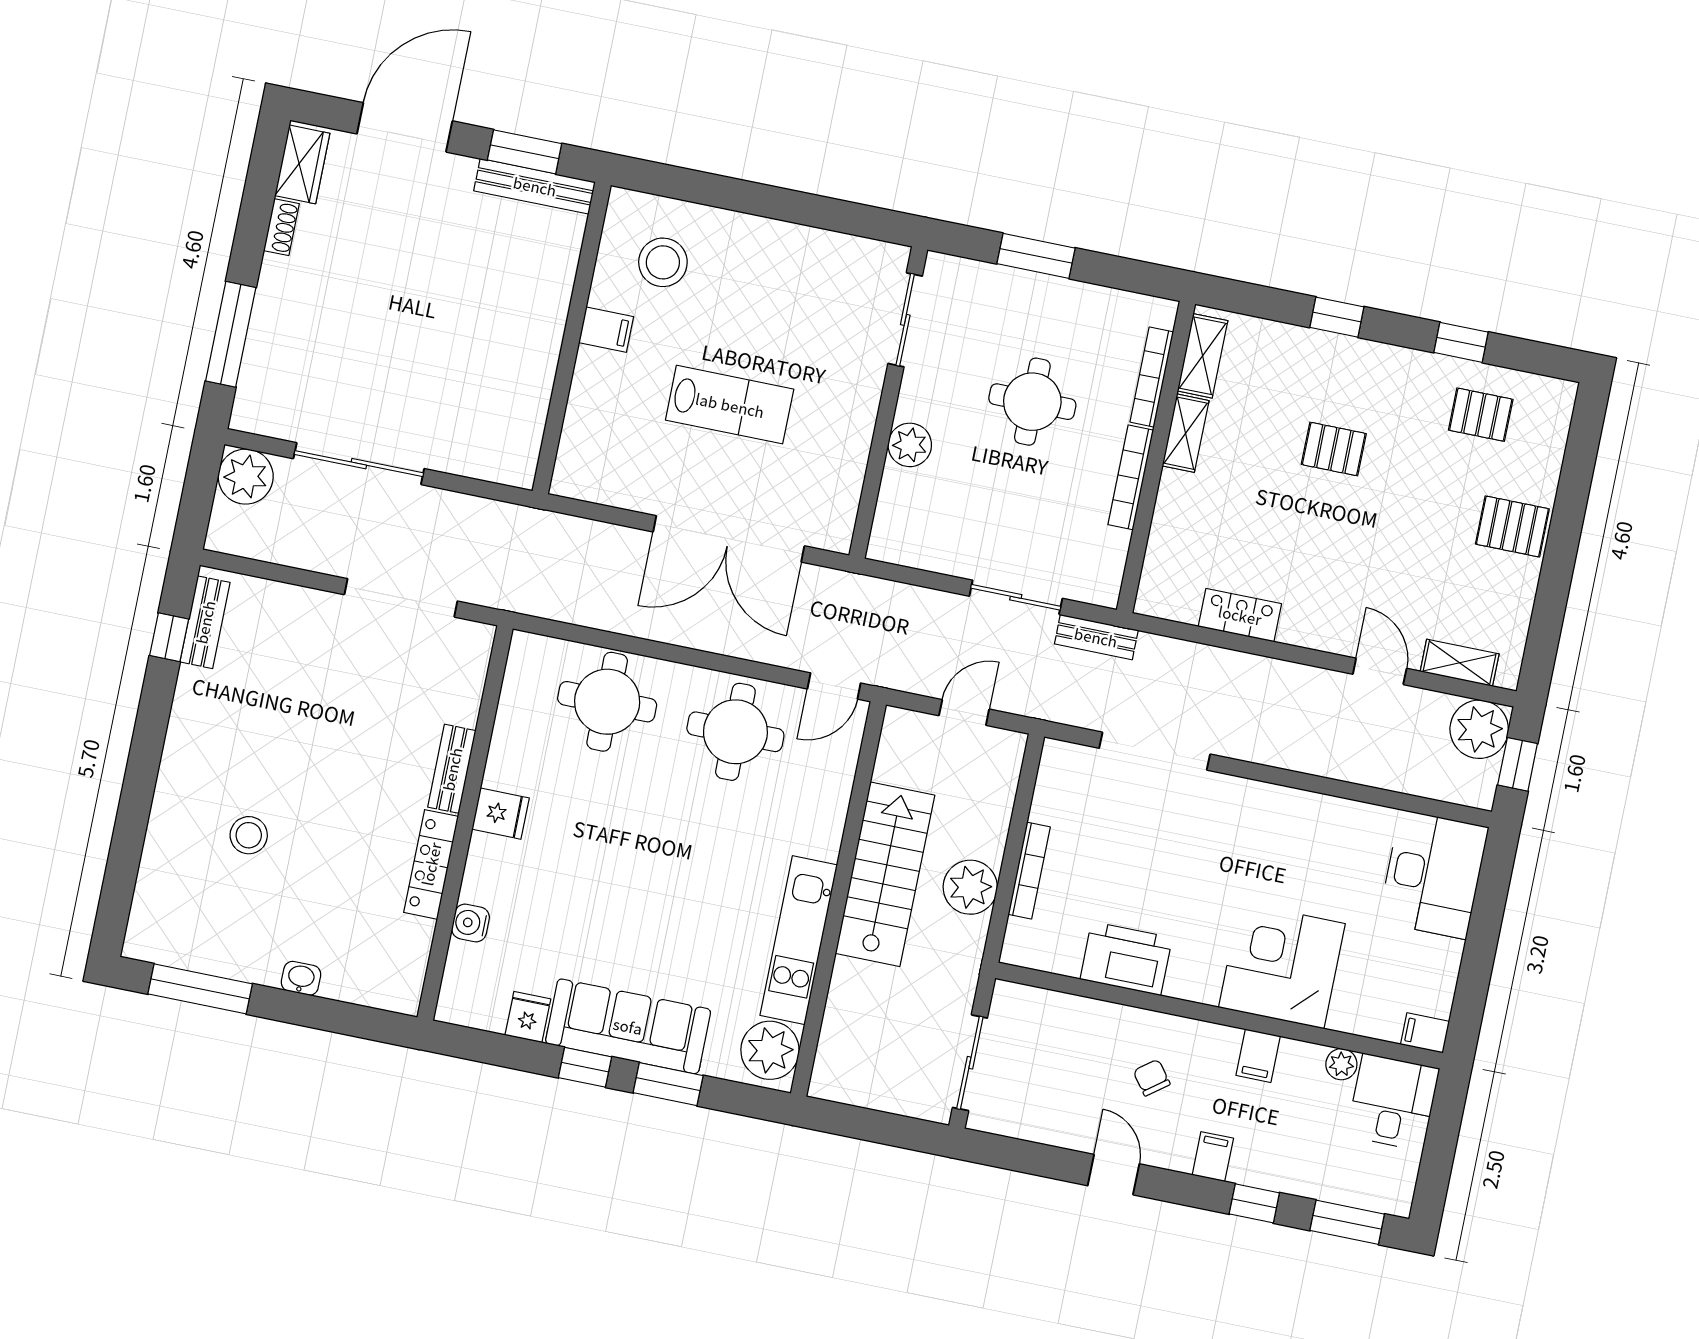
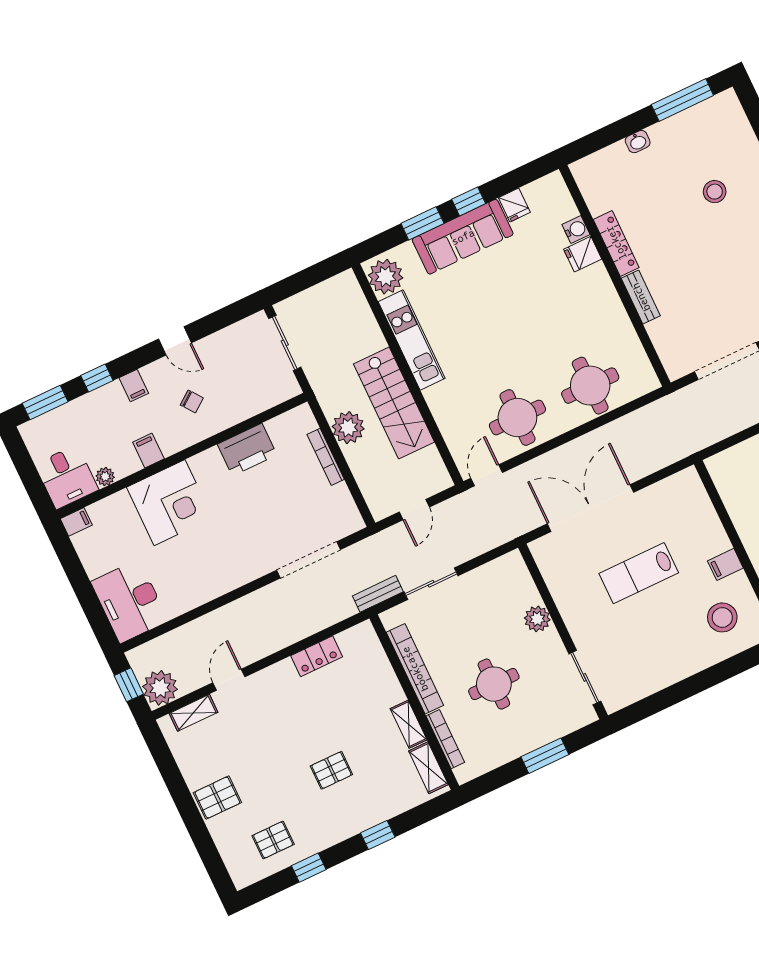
bookcase: (1131, 477) -> (415, 669), width x1.48, depth x1.31
door: (1380, 671) -> (229, 680), swing flipped
fridge: (500, 814) -> (583, 254), moved

